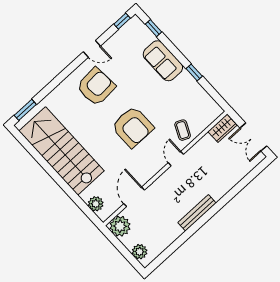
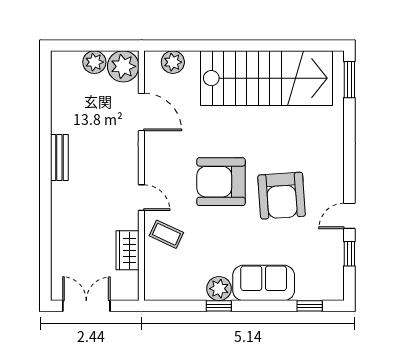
window: (122, 21) -> (349, 254), moved
plant: (186, 80) -> (219, 289), added
armchair: (96, 87) -> (282, 196), moved
wardrobe: (222, 128) -> (128, 250), moved
bench: (197, 213) -> (59, 157), width x0.73
plant: (140, 252) -> (94, 62), moved

